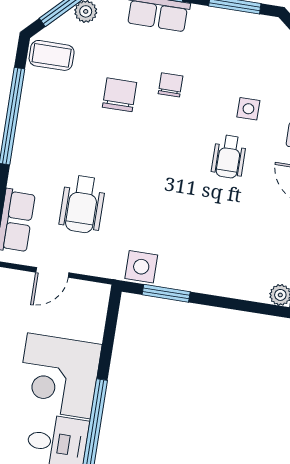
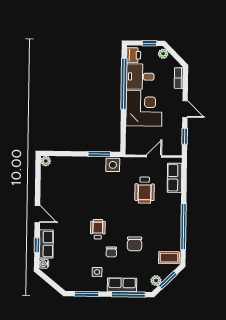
side table: (248, 109) -> (97, 272), moved
wheelchair: (229, 157) -> (98, 229), moved
wheelchair: (82, 204) -> (145, 190), turned 180

